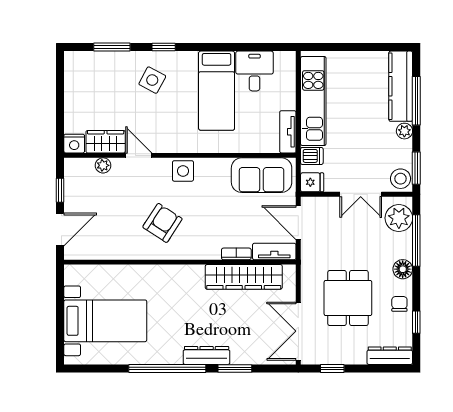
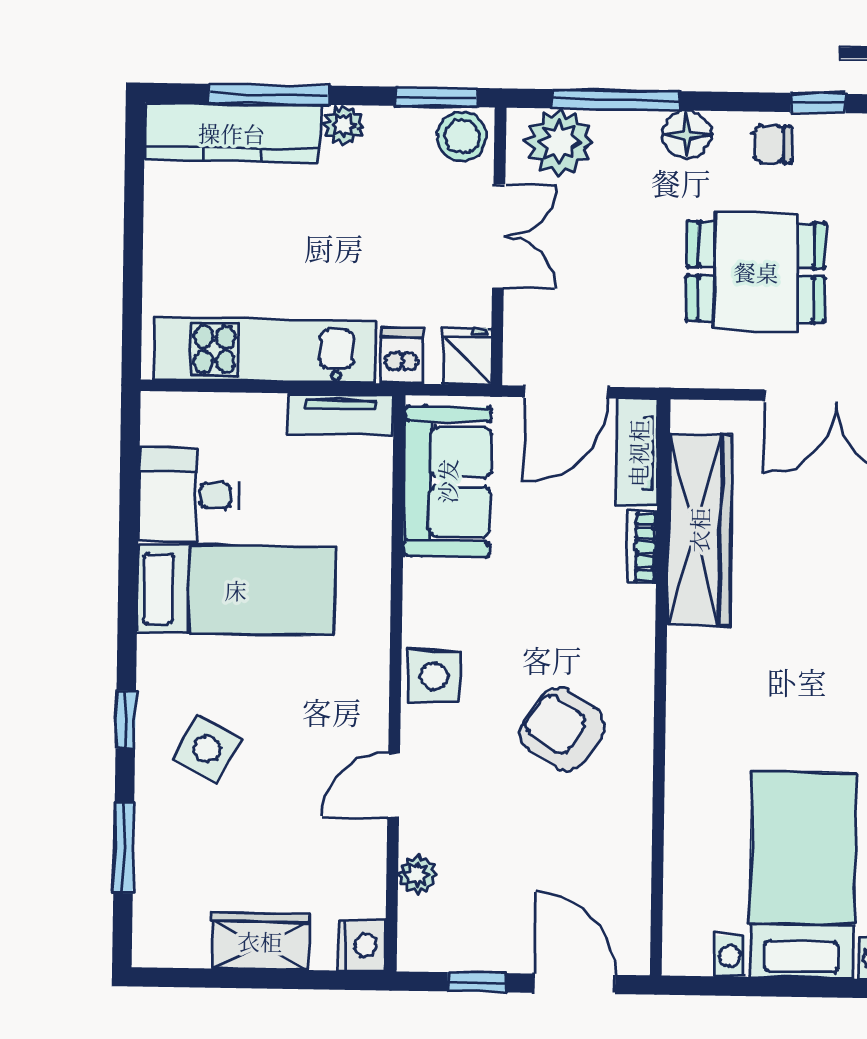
wardrobe: (106, 142) -> (260, 941), moved, turned 90

